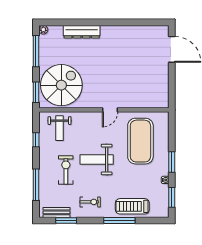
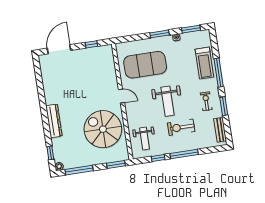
window: (60, 22) -> (50, 153), added
dresser: (82, 32) -> (54, 121), moved
spiral stairs: (61, 85) -> (103, 129), moved
window: (172, 86) -> (91, 44), added
weight bench: (60, 128) -> (144, 139), turned 90
window: (36, 185) -> (184, 154), moved
window: (66, 220) -> (224, 106), moved

